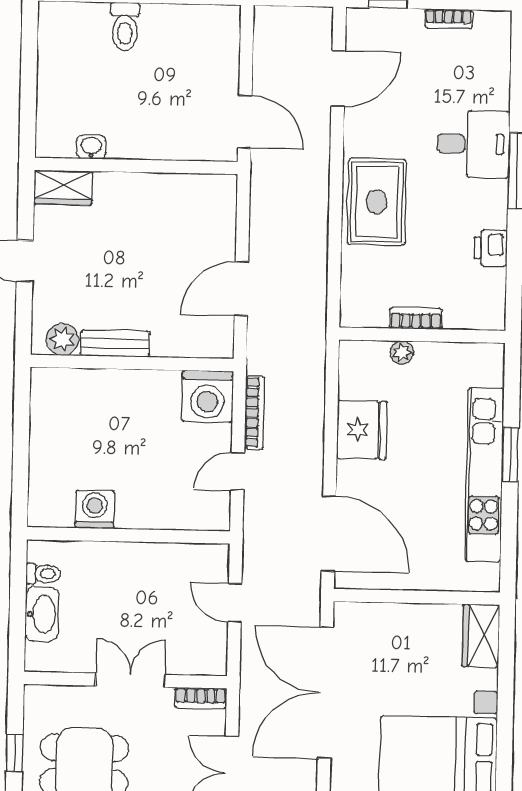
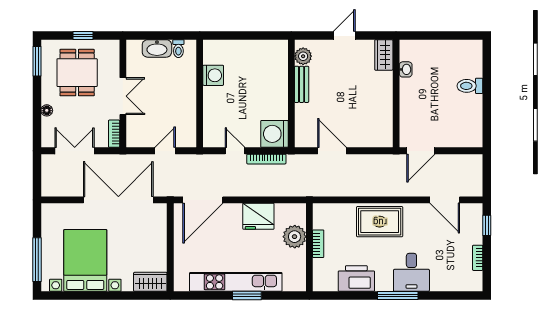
printer: (491, 248) -> (356, 279), width x1.87, depth x1.48
plant: (402, 353) -> (295, 237), width x1.88, depth x1.88

